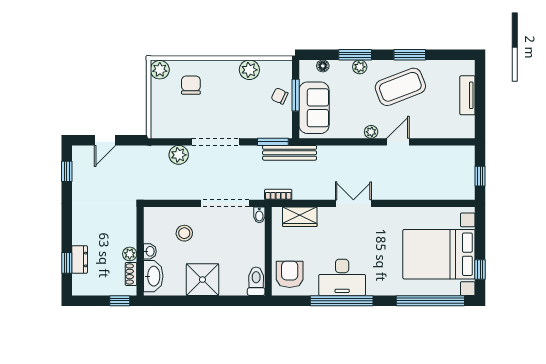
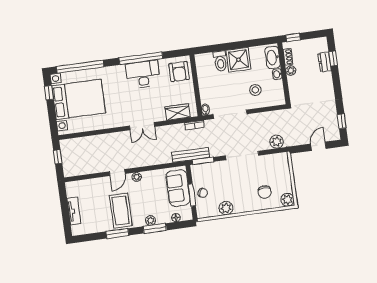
coffee table: (400, 87) -> (121, 211), turned -69
plant: (179, 155) -> (277, 142), moved
toilet: (256, 281) -> (220, 61), moved

